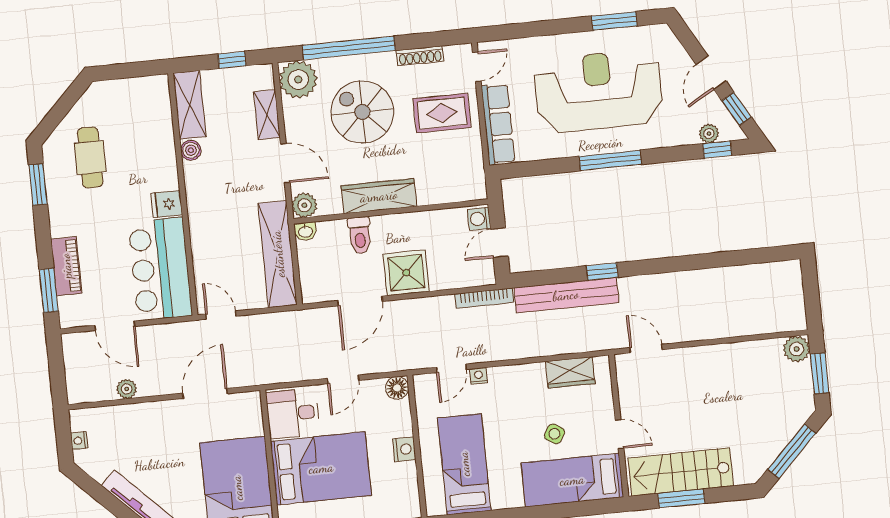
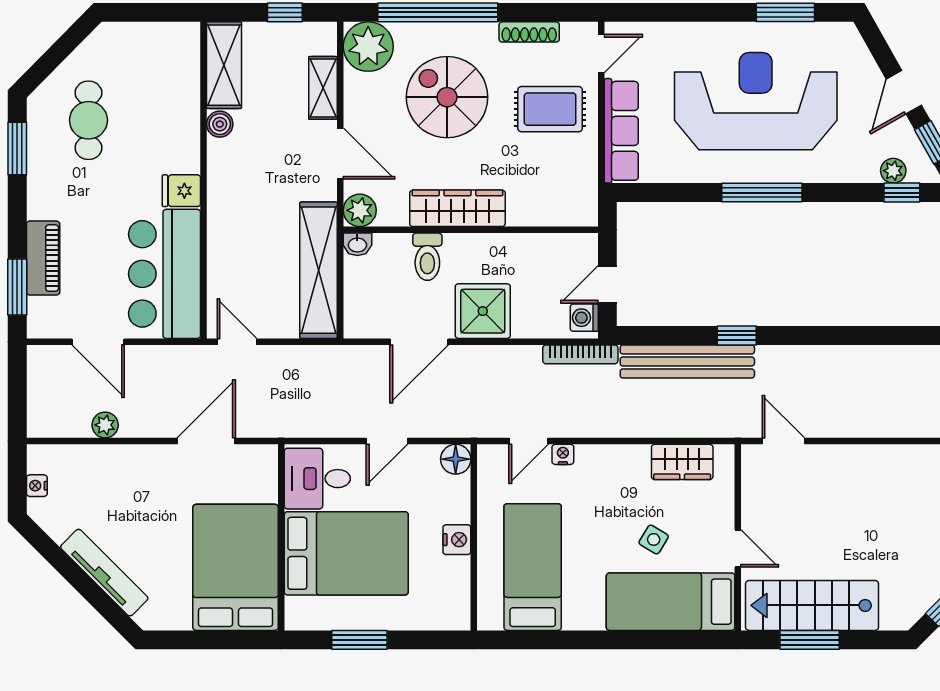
washing machine: (479, 219) -> (584, 318), moved

